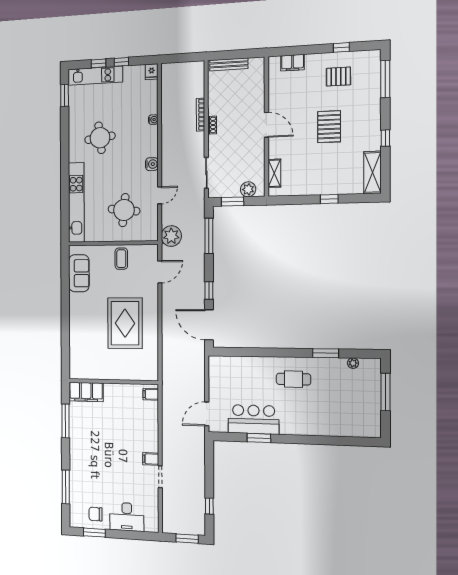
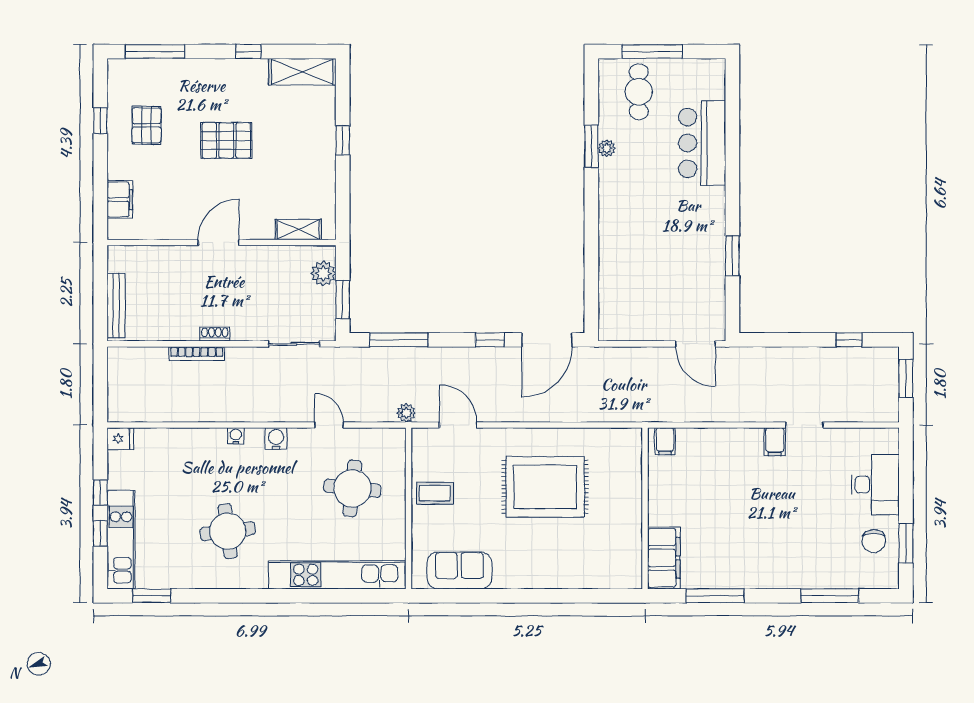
water cooler: (153, 120) -> (236, 436), moved
plant: (171, 236) -> (406, 413), width x0.53, depth x0.53
plant: (353, 363) -> (607, 148), moved
cafe table: (294, 379) -> (639, 92), moved
bar counter: (254, 419) -> (702, 143), moved

